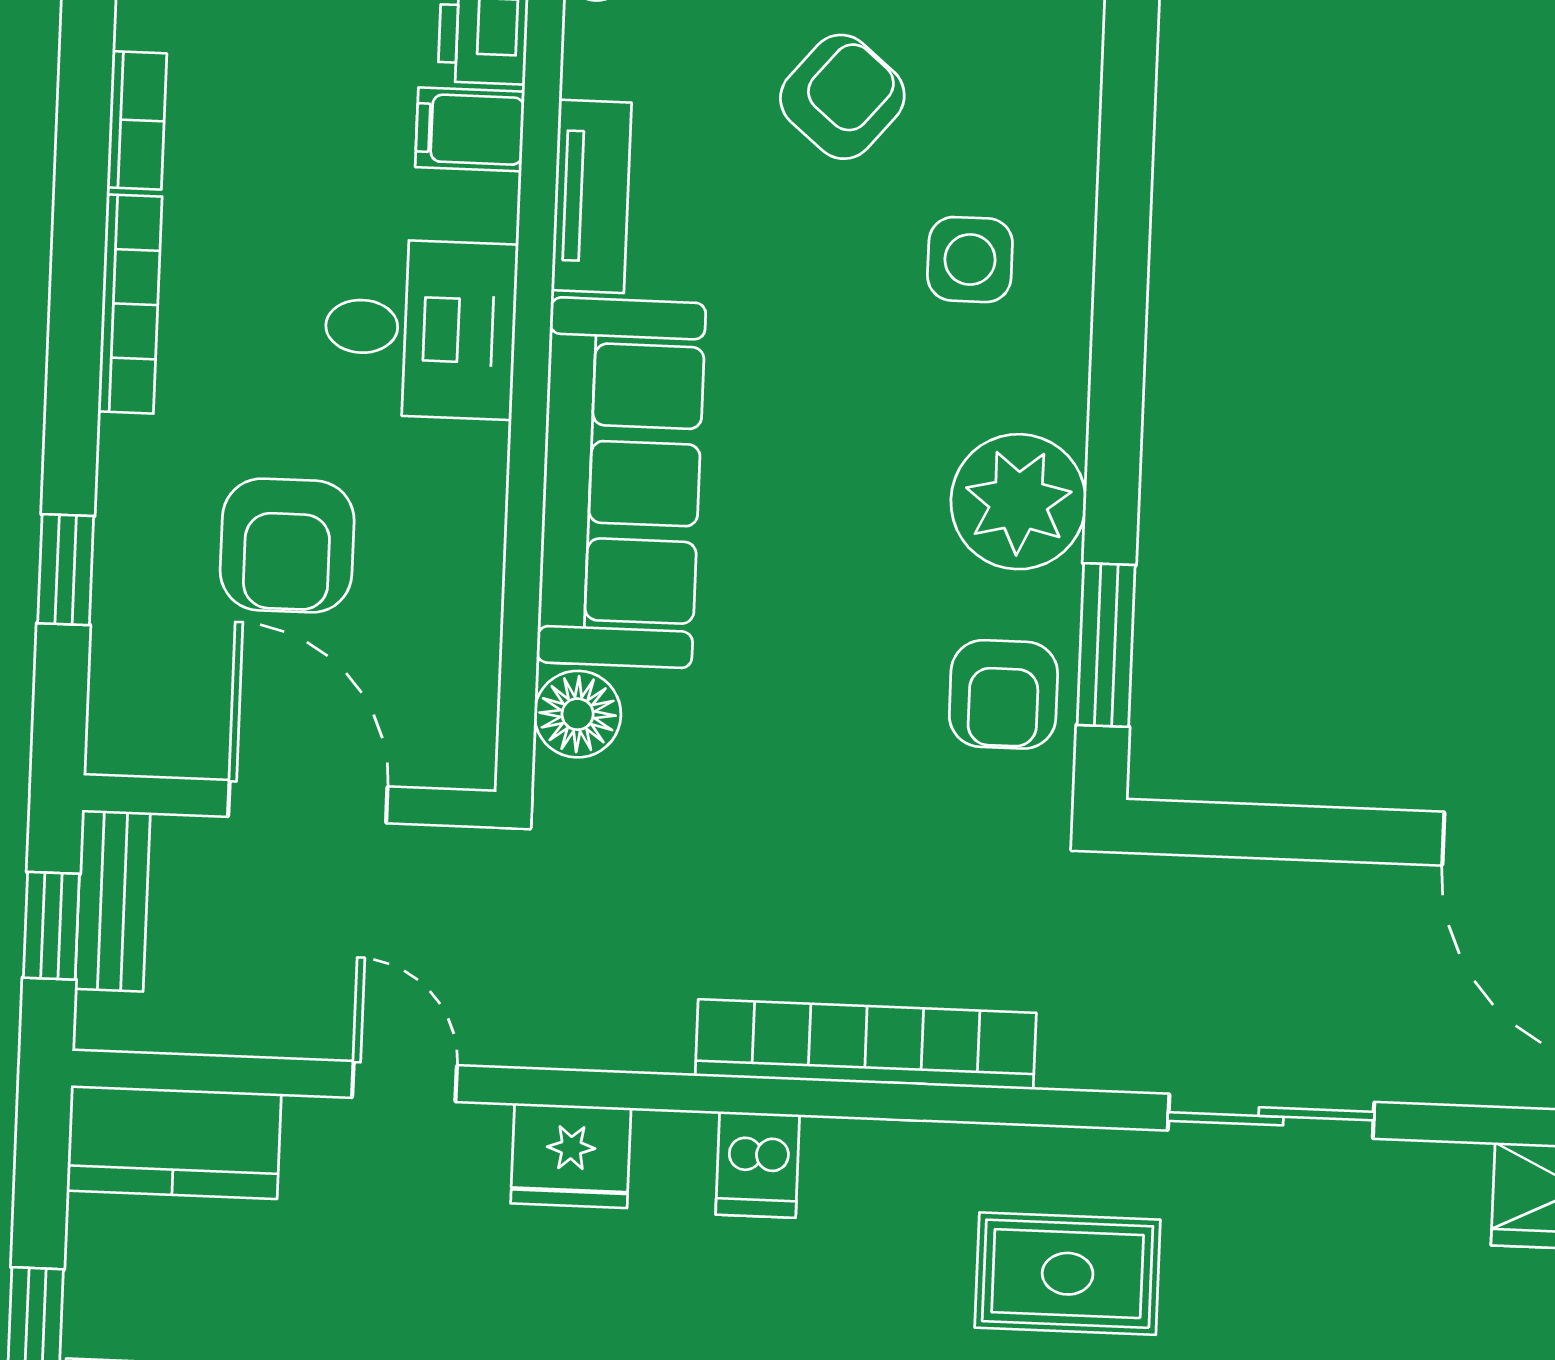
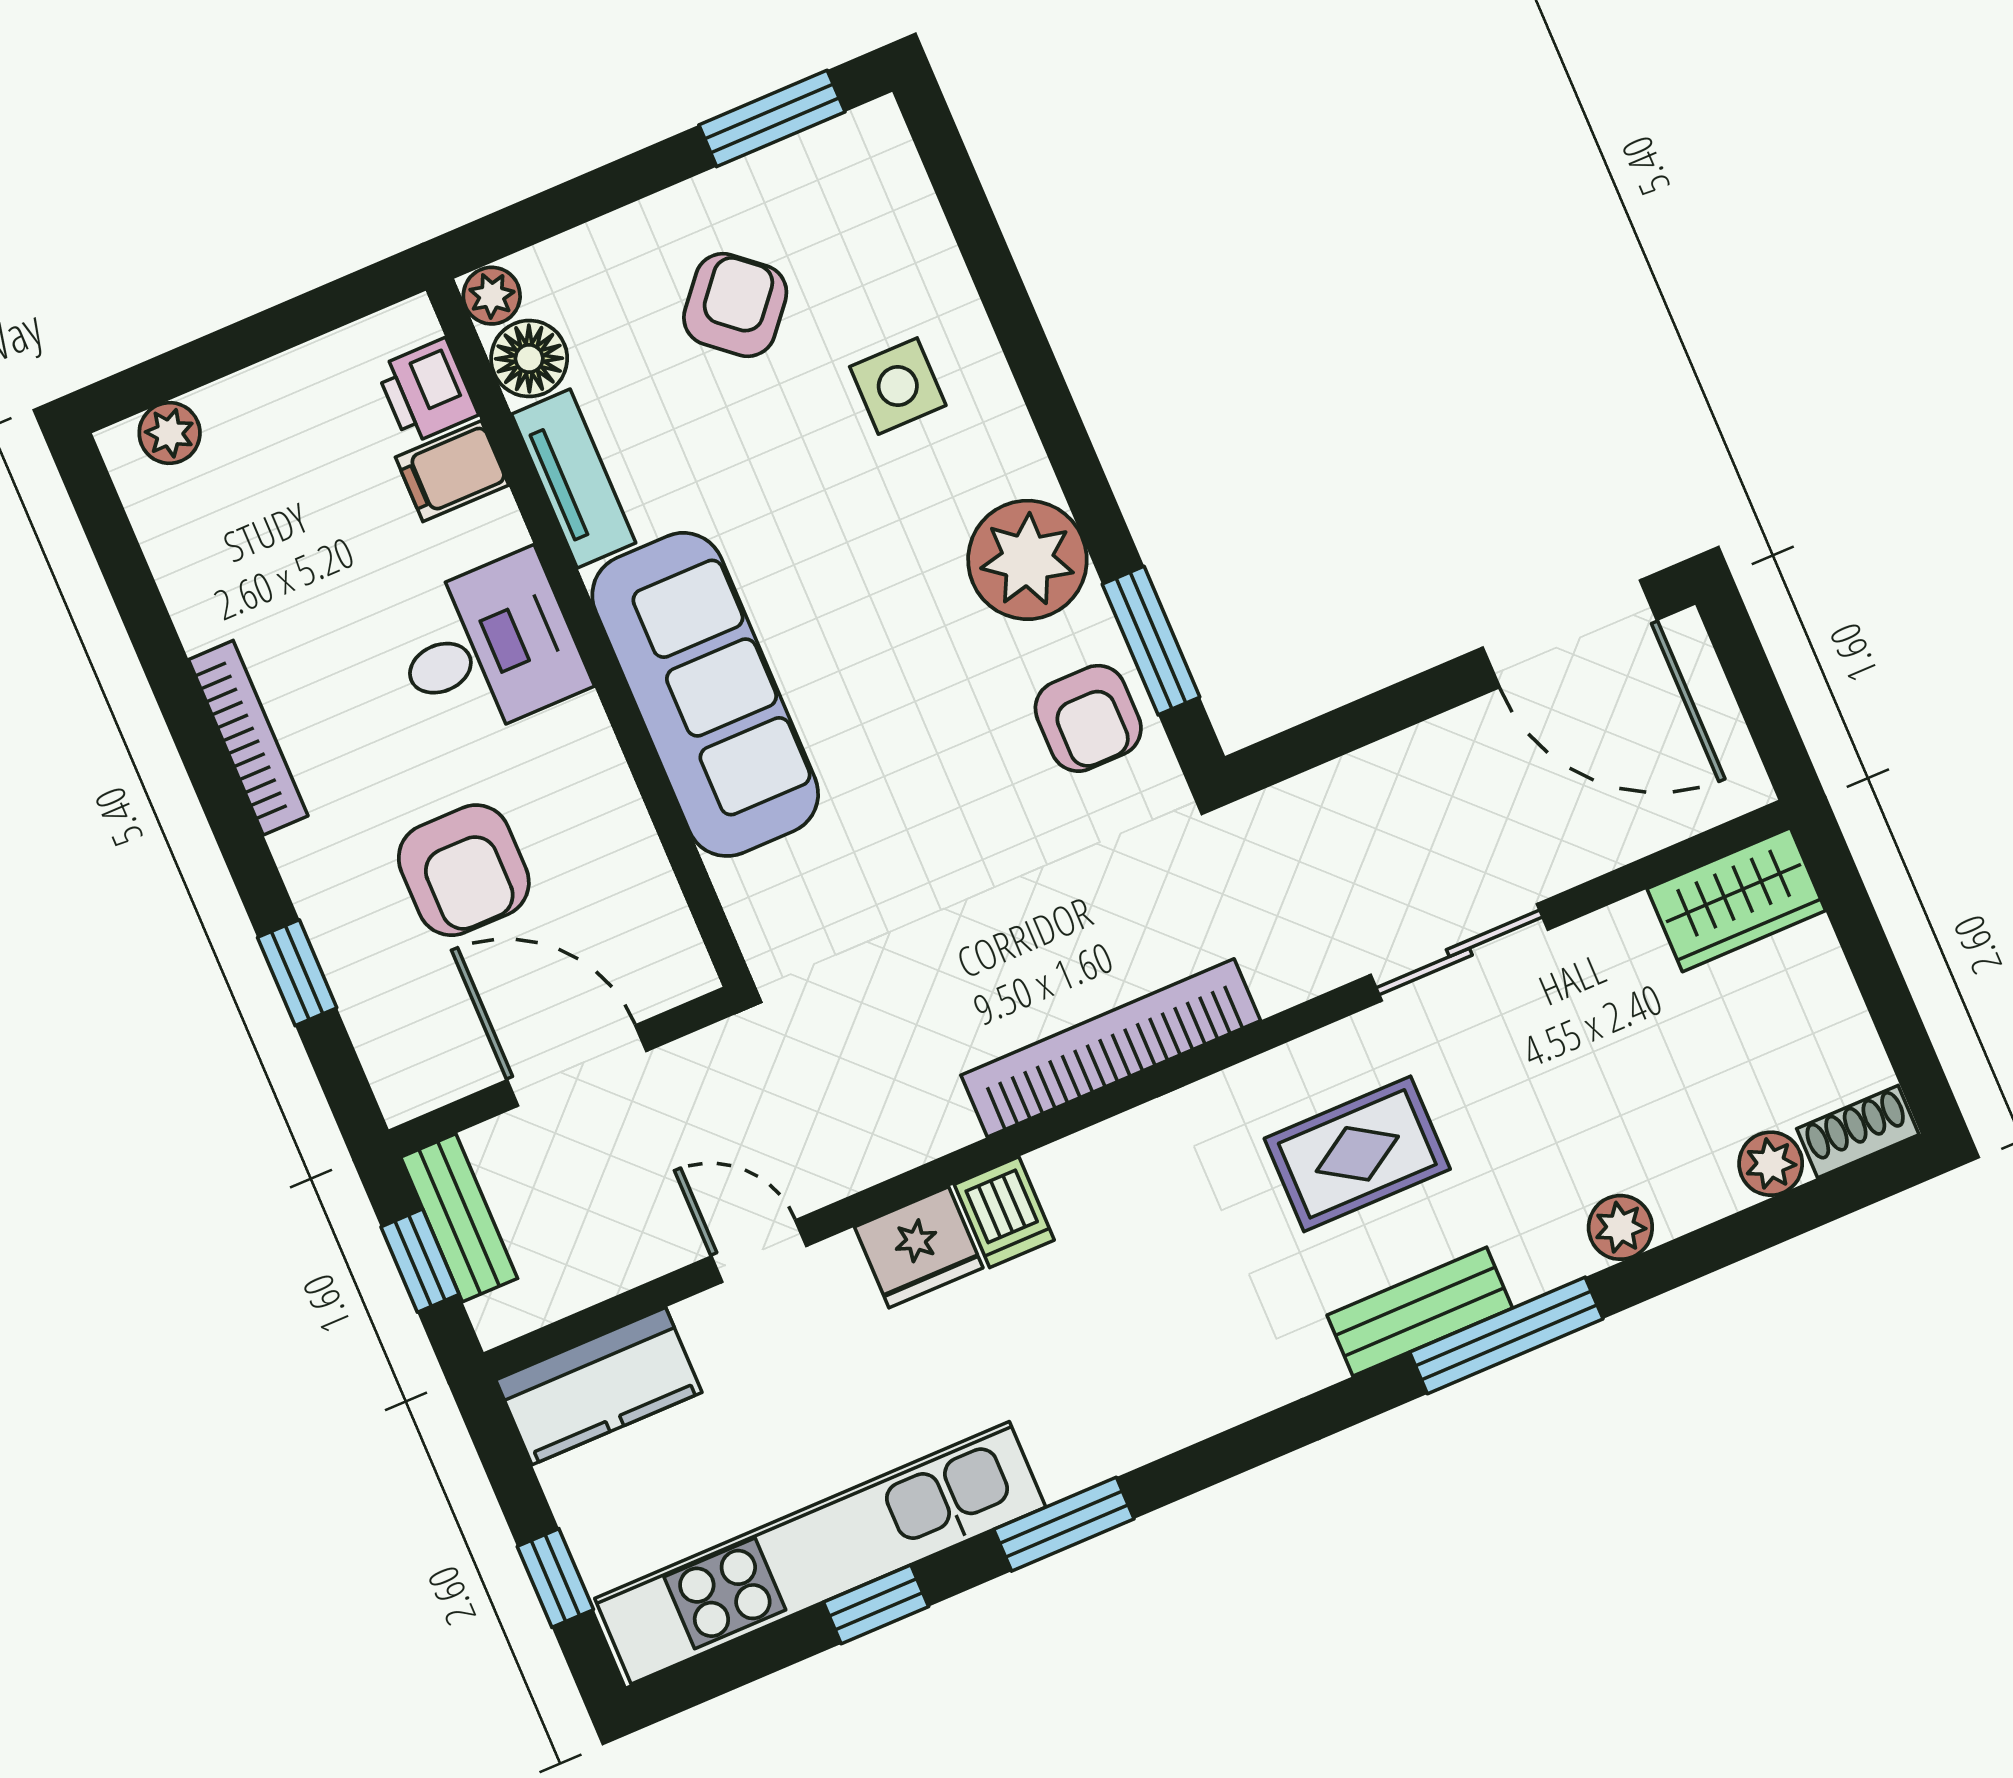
bookcase: (137, 120) -> (184, 589), removed
floor lamp: (578, 714) -> (529, 359), moved
dishwasher: (758, 1165) -> (1004, 1212), moved

